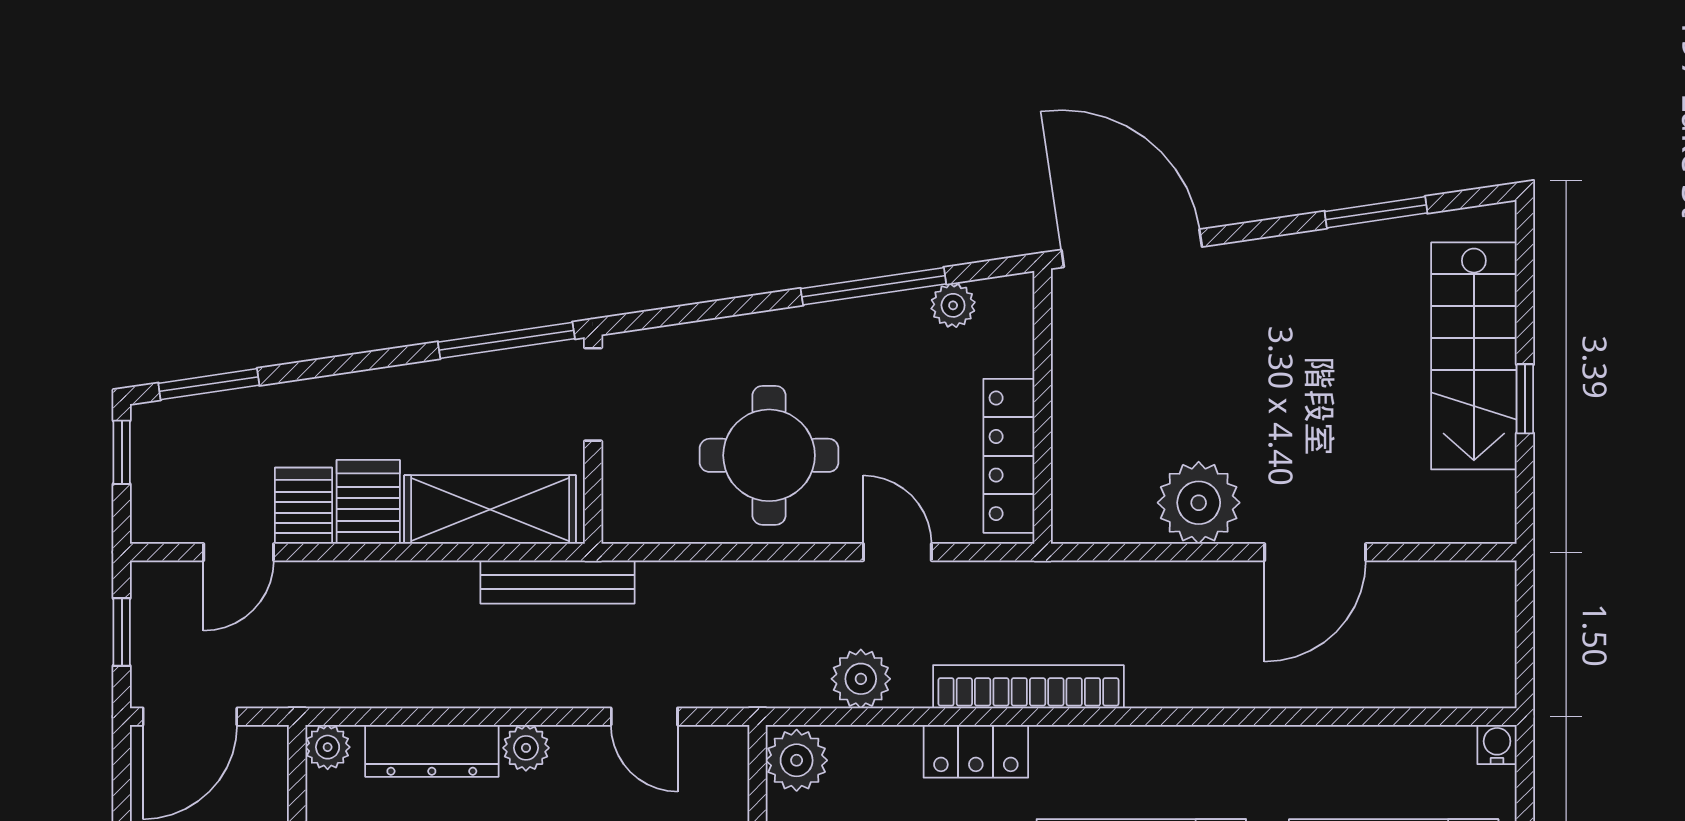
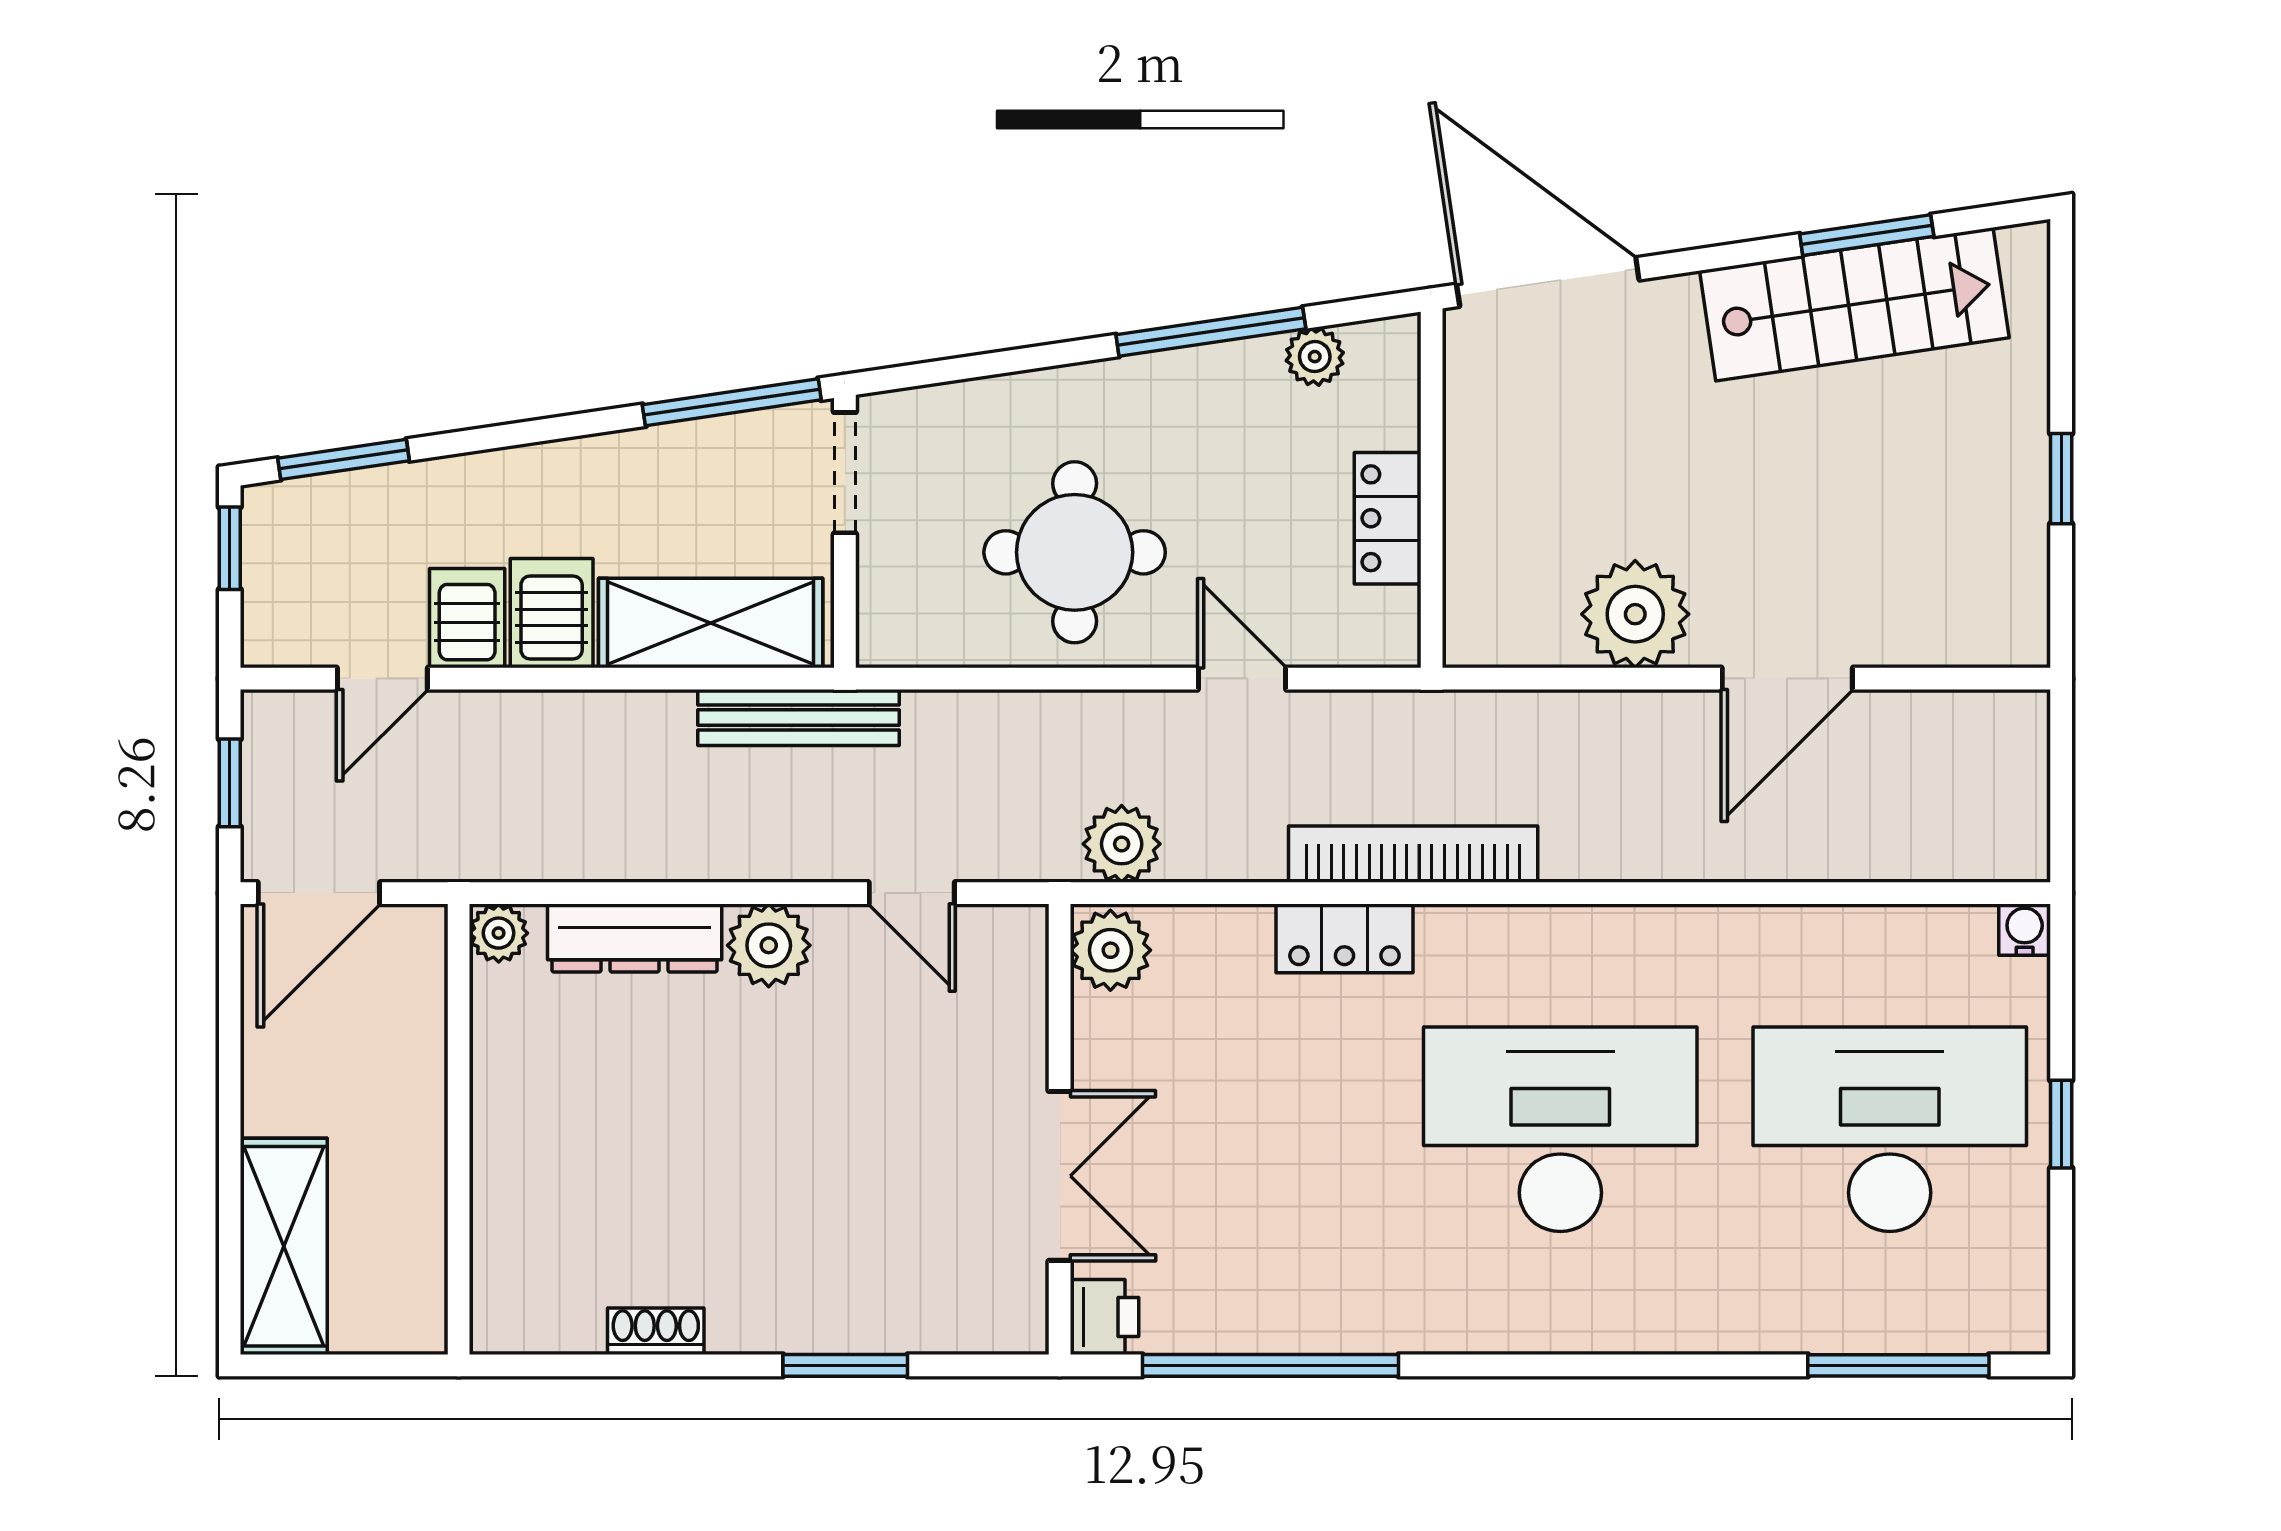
stairs: (1474, 356) -> (1854, 304), moved, turned -98
locker: (1009, 456) -> (1388, 518), width x0.66
plant: (861, 679) -> (1122, 844), moved
plant: (526, 748) -> (769, 945), width x1.38, depth x1.38

